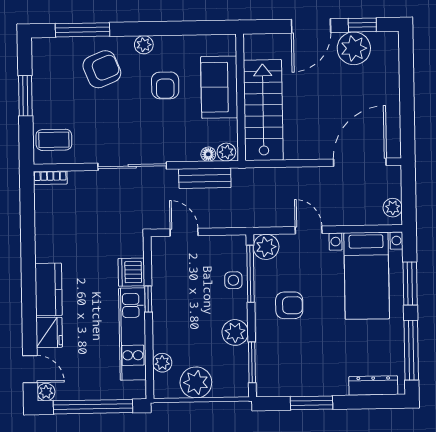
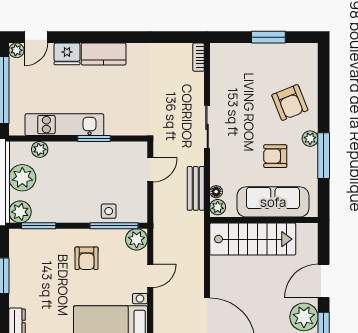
door: (311, 26) -> (324, 281), hinge flipped
window: (83, 30) -> (324, 156), moved
sofa: (219, 87) -> (273, 202), width x1.36
coffee table: (54, 140) -> (231, 61), removed
sliding door: (132, 166) -> (207, 127), width x0.73
dishwasher: (131, 272) -> (117, 125), removed
window: (148, 299) -> (94, 139), width x1.50
plant: (235, 332) -> (20, 212), moved

